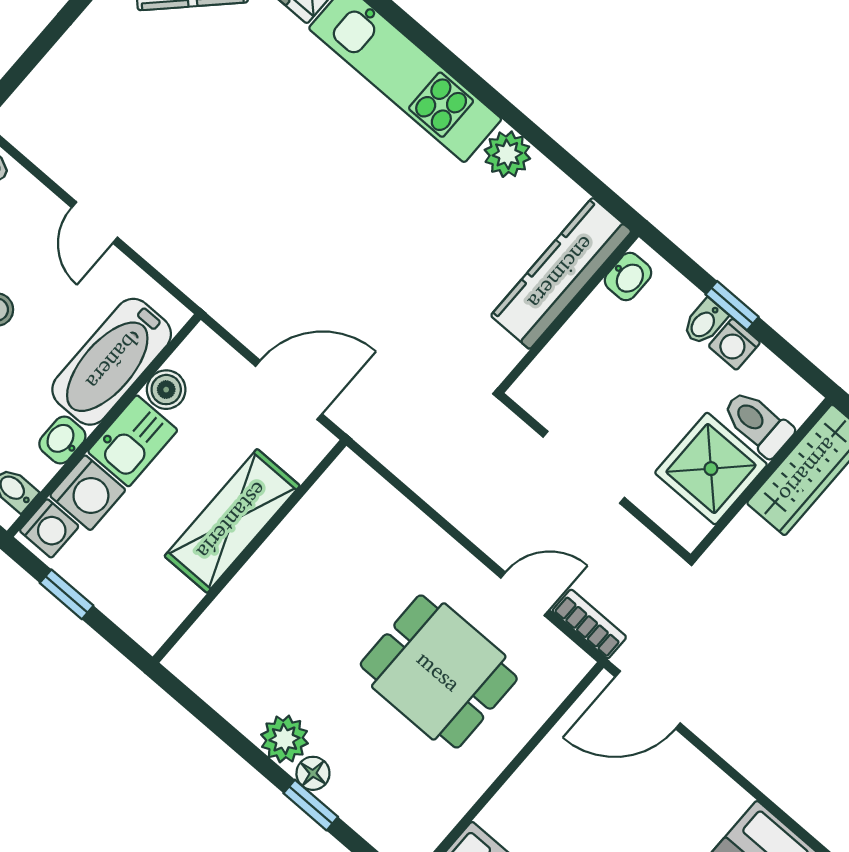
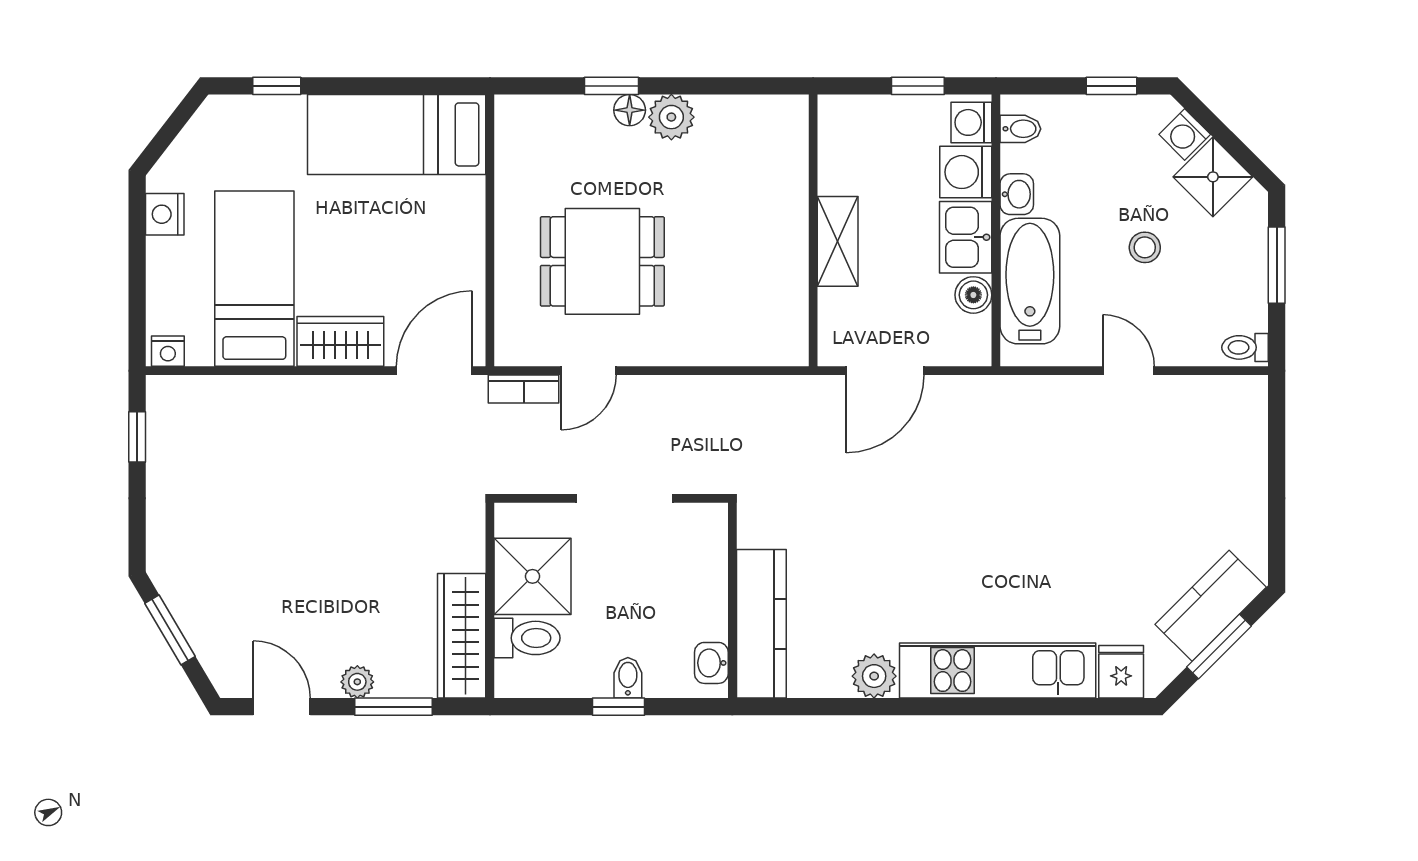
washing machine: (734, 344) -> (593, 680), removed
shelving: (232, 521) -> (838, 241), width x0.67, depth x0.75
wardrobe: (702, 788) -> (340, 341), added

